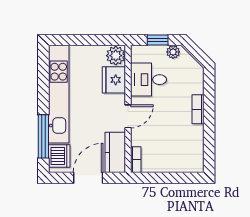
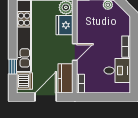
desk: (148, 80) -> (117, 71), moved, turned 180
window: (43, 136) -> (13, 67), width x0.46

